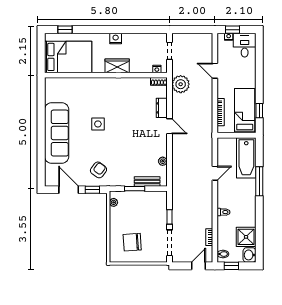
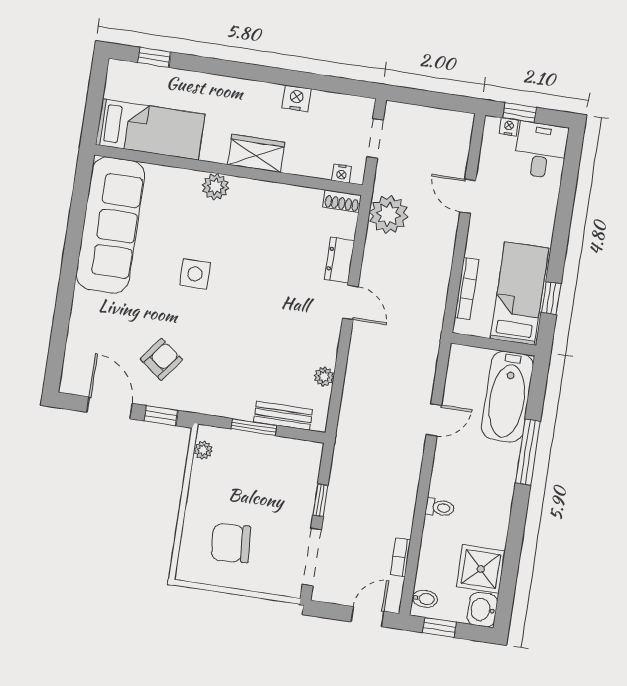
nightstand: (116, 38) -> (296, 98), moved
bed: (68, 57) -> (150, 129), width x0.67
plant: (101, 83) -> (215, 187), added
sofa: (57, 133) -> (110, 225), moved
armchair: (98, 170) -> (161, 359), moved

